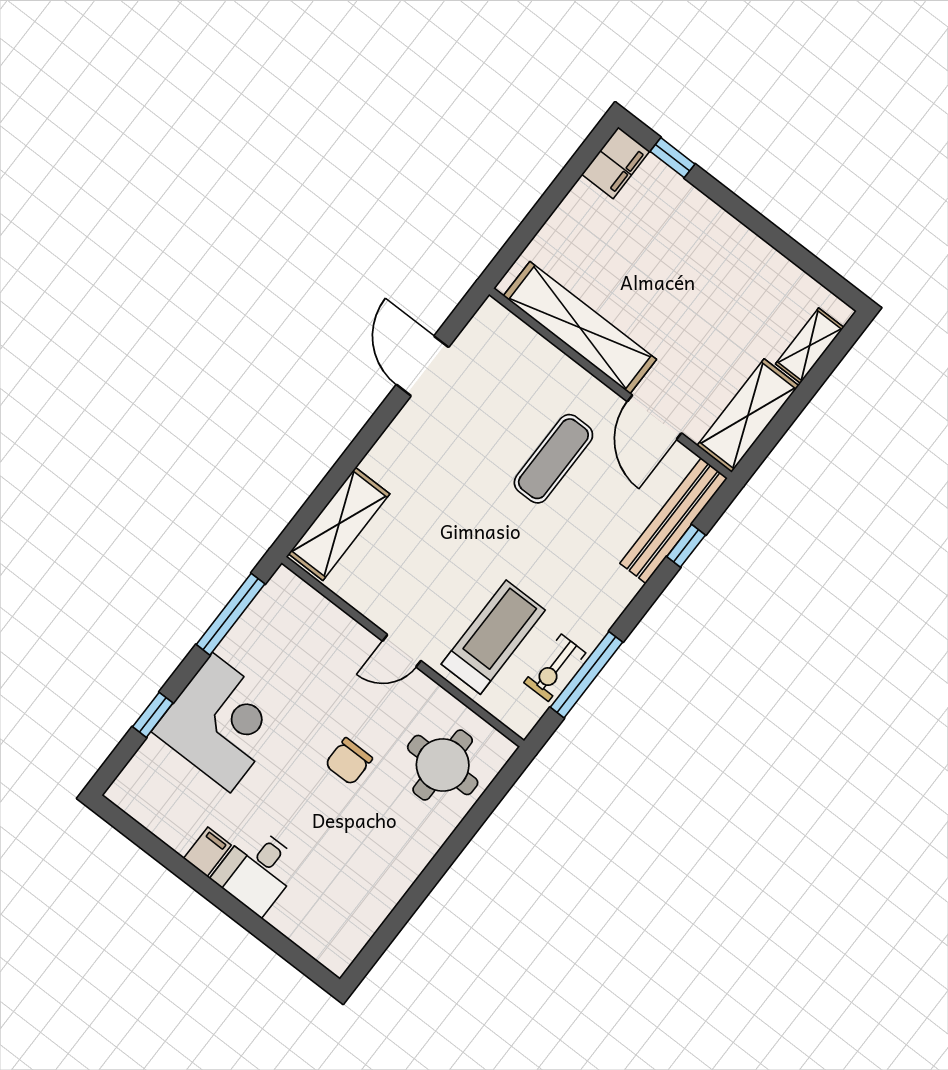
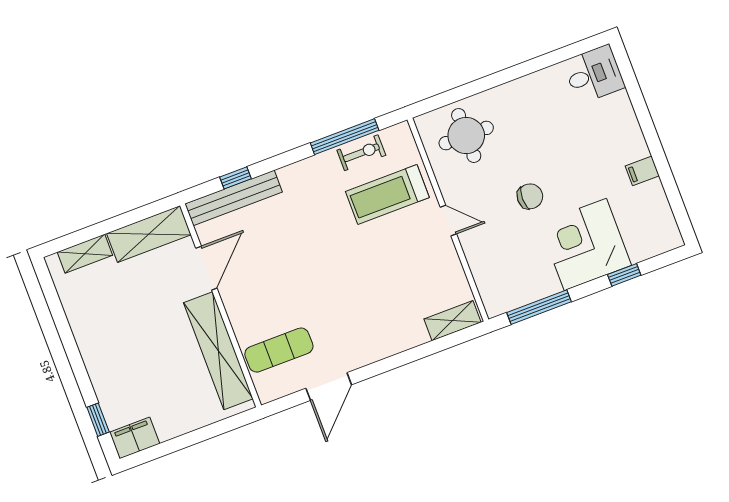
exercise mat: (553, 459) -> (279, 350), moved
shelving: (339, 524) -> (452, 321), width x0.67, depth x0.75
chair: (349, 761) -> (530, 196), moved
desk: (257, 870) -> (594, 74), moved

